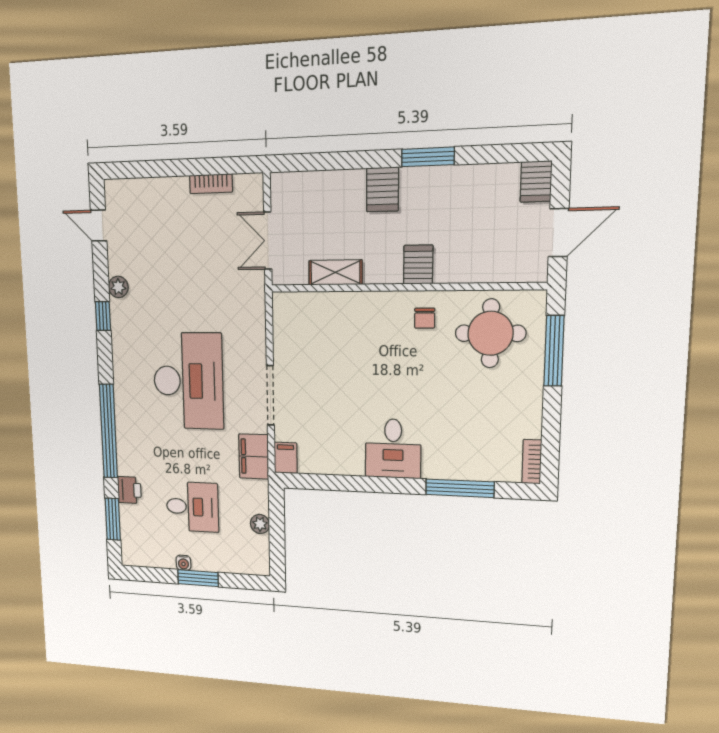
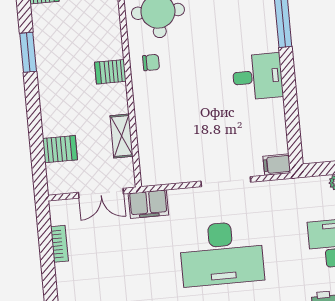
window: (428, 157) -> (28, 52), moved
server rack: (383, 189) -> (60, 149), moved
desk: (188, 381) -> (222, 254), turned 180
filing cabinet: (254, 456) -> (148, 204), moved

